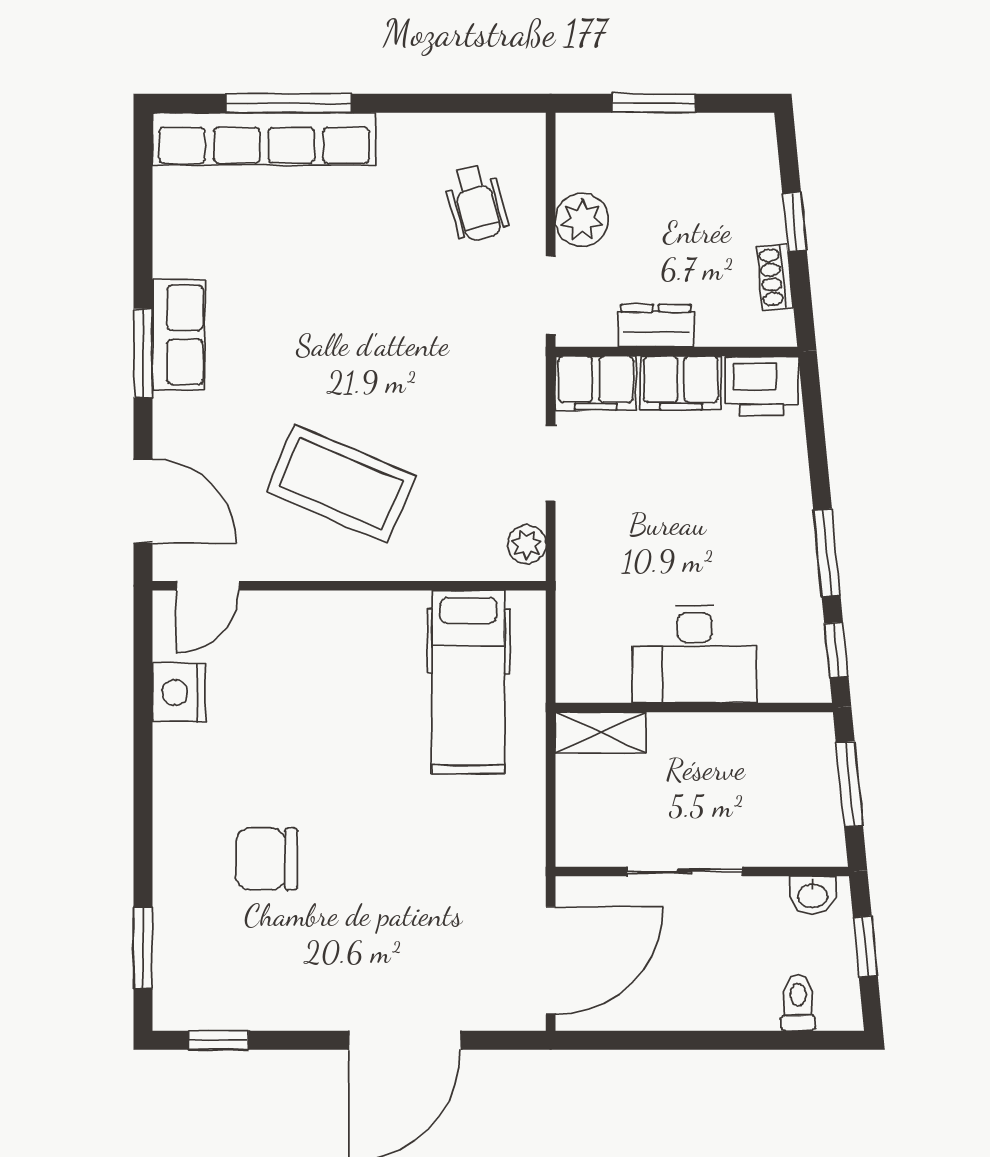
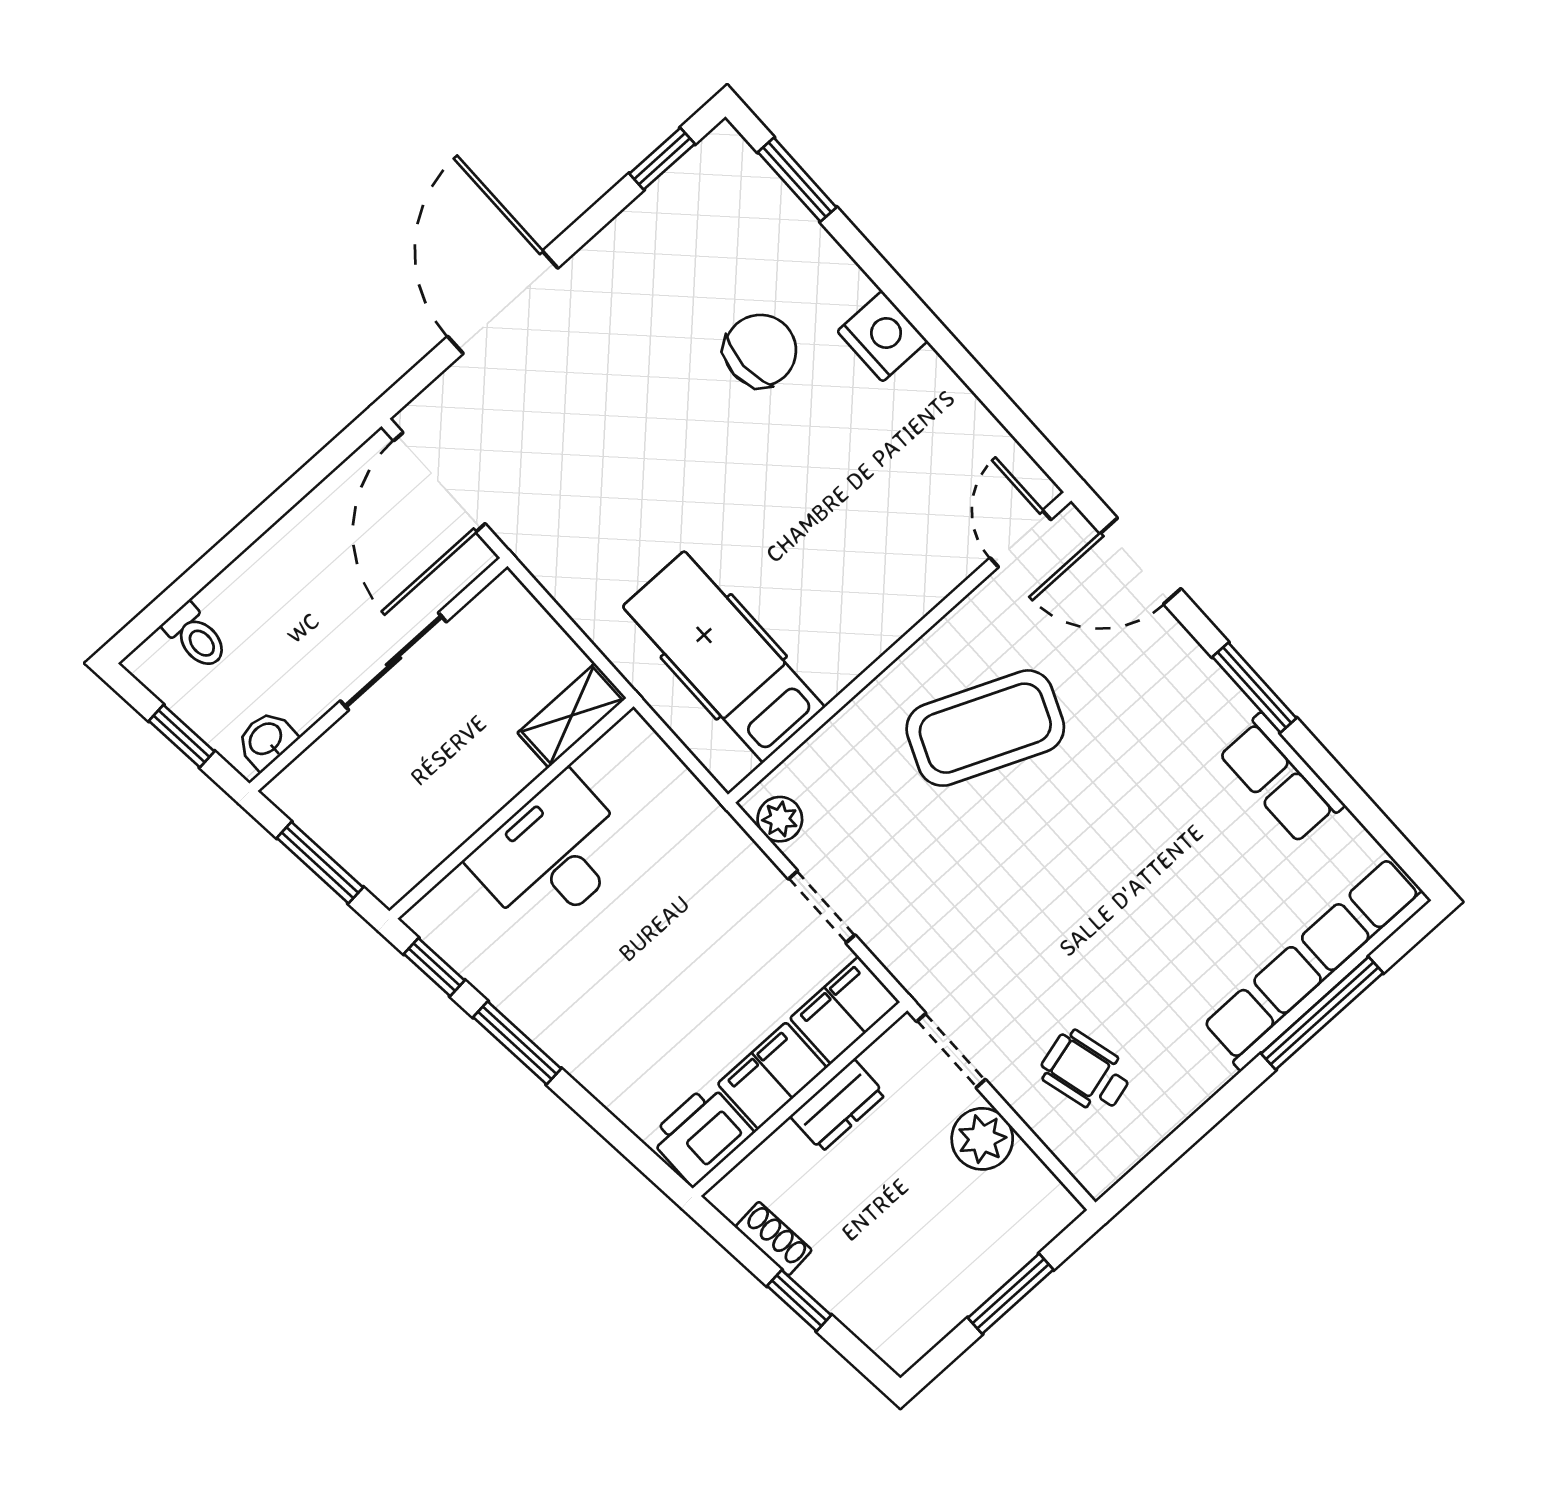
row of seats: (179, 335) -> (1281, 778), moved
nightstand: (179, 692) -> (882, 336), moved

